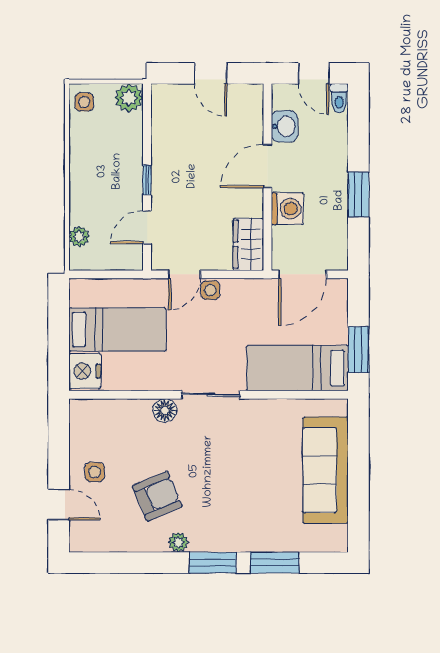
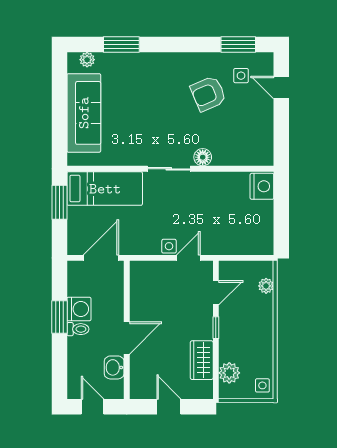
plant: (129, 98) -> (229, 373), moved
toilet: (339, 98) -> (78, 329), moved, turned 90
washing machine: (287, 209) -> (79, 309), moved, turned 180
wardrobe: (248, 244) -> (202, 360), moved, turned 180
bed: (117, 330) -> (238, 217), removed
side table: (95, 472) -> (241, 76), moved
plant: (178, 542) -> (87, 60), moved
window: (213, 563) -> (238, 45), moved

